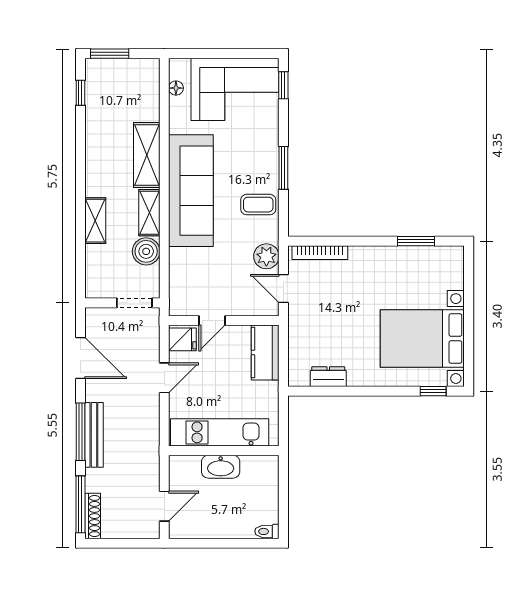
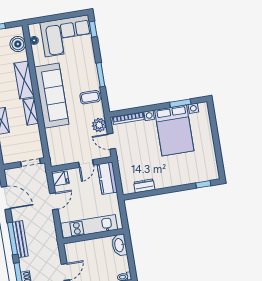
boiler: (146, 251) -> (18, 44), moved
door: (212, 321) -> (86, 164), moved
bed with nightstands: (422, 339) -> (174, 130), moved, turned -90
washbasin: (221, 467) -> (119, 245), moved, turned 90

